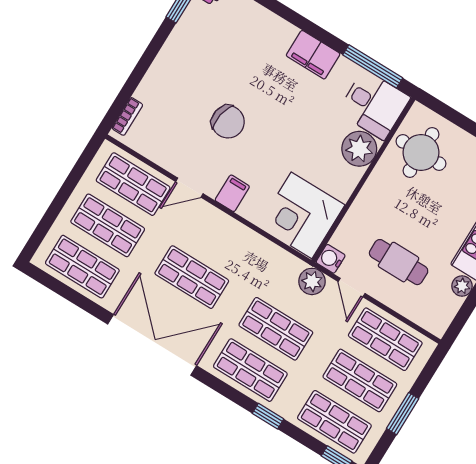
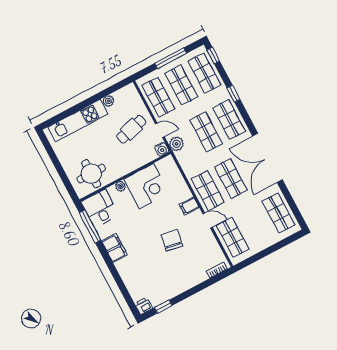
plant: (359, 149) -> (120, 186), width x0.53, depth x0.53
corner desk: (302, 215) -> (146, 186), moved
shop shelf: (108, 225) -> (208, 191), moved
cafe table: (399, 262) -> (131, 129), turned 75
door: (352, 287) -> (160, 130), hinge flipped
window: (403, 414) -> (171, 58), width x1.44

